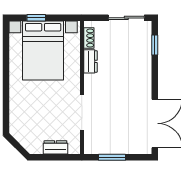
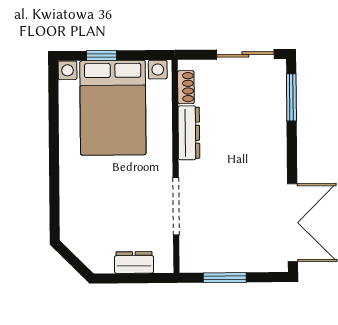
window: (155, 45) -> (291, 97), width x1.50
dresser: (90, 61) -> (189, 133), width x1.44

